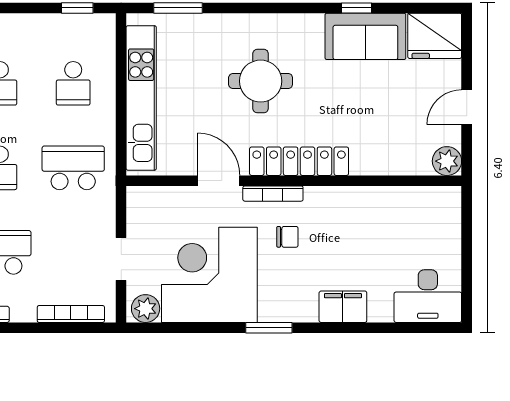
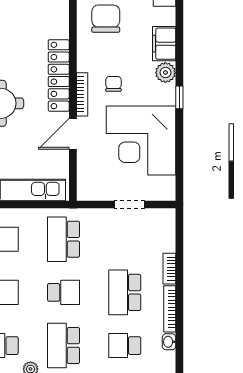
chair: (377, 226) -> (106, 19), added
plant: (146, 309) -> (165, 73), moved
bookcase: (71, 314) -> (169, 269), moved, width x0.64
window: (269, 328) -> (179, 97), width x0.67

